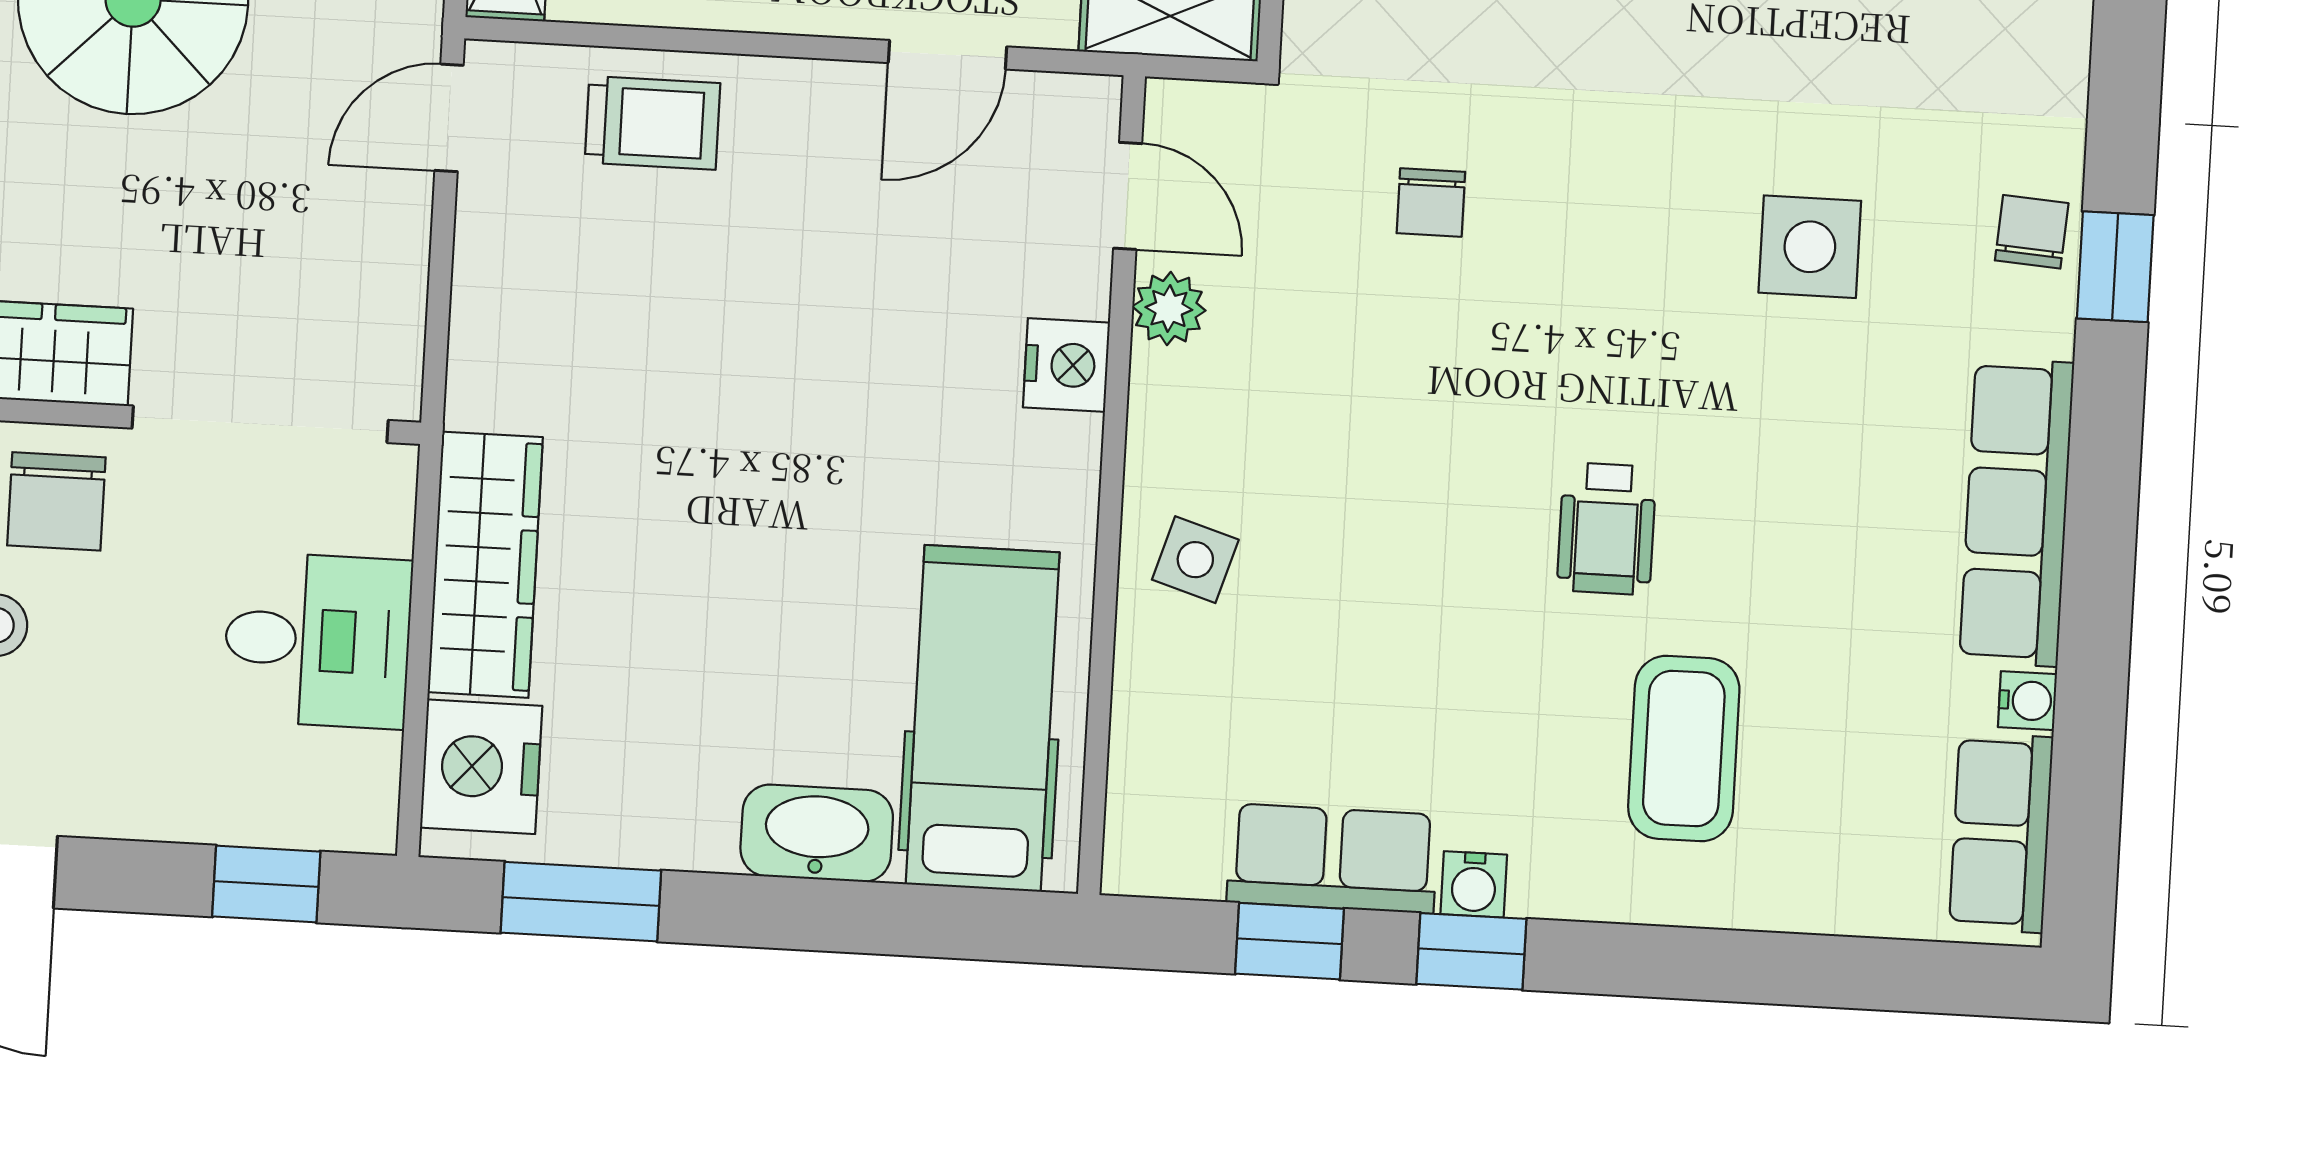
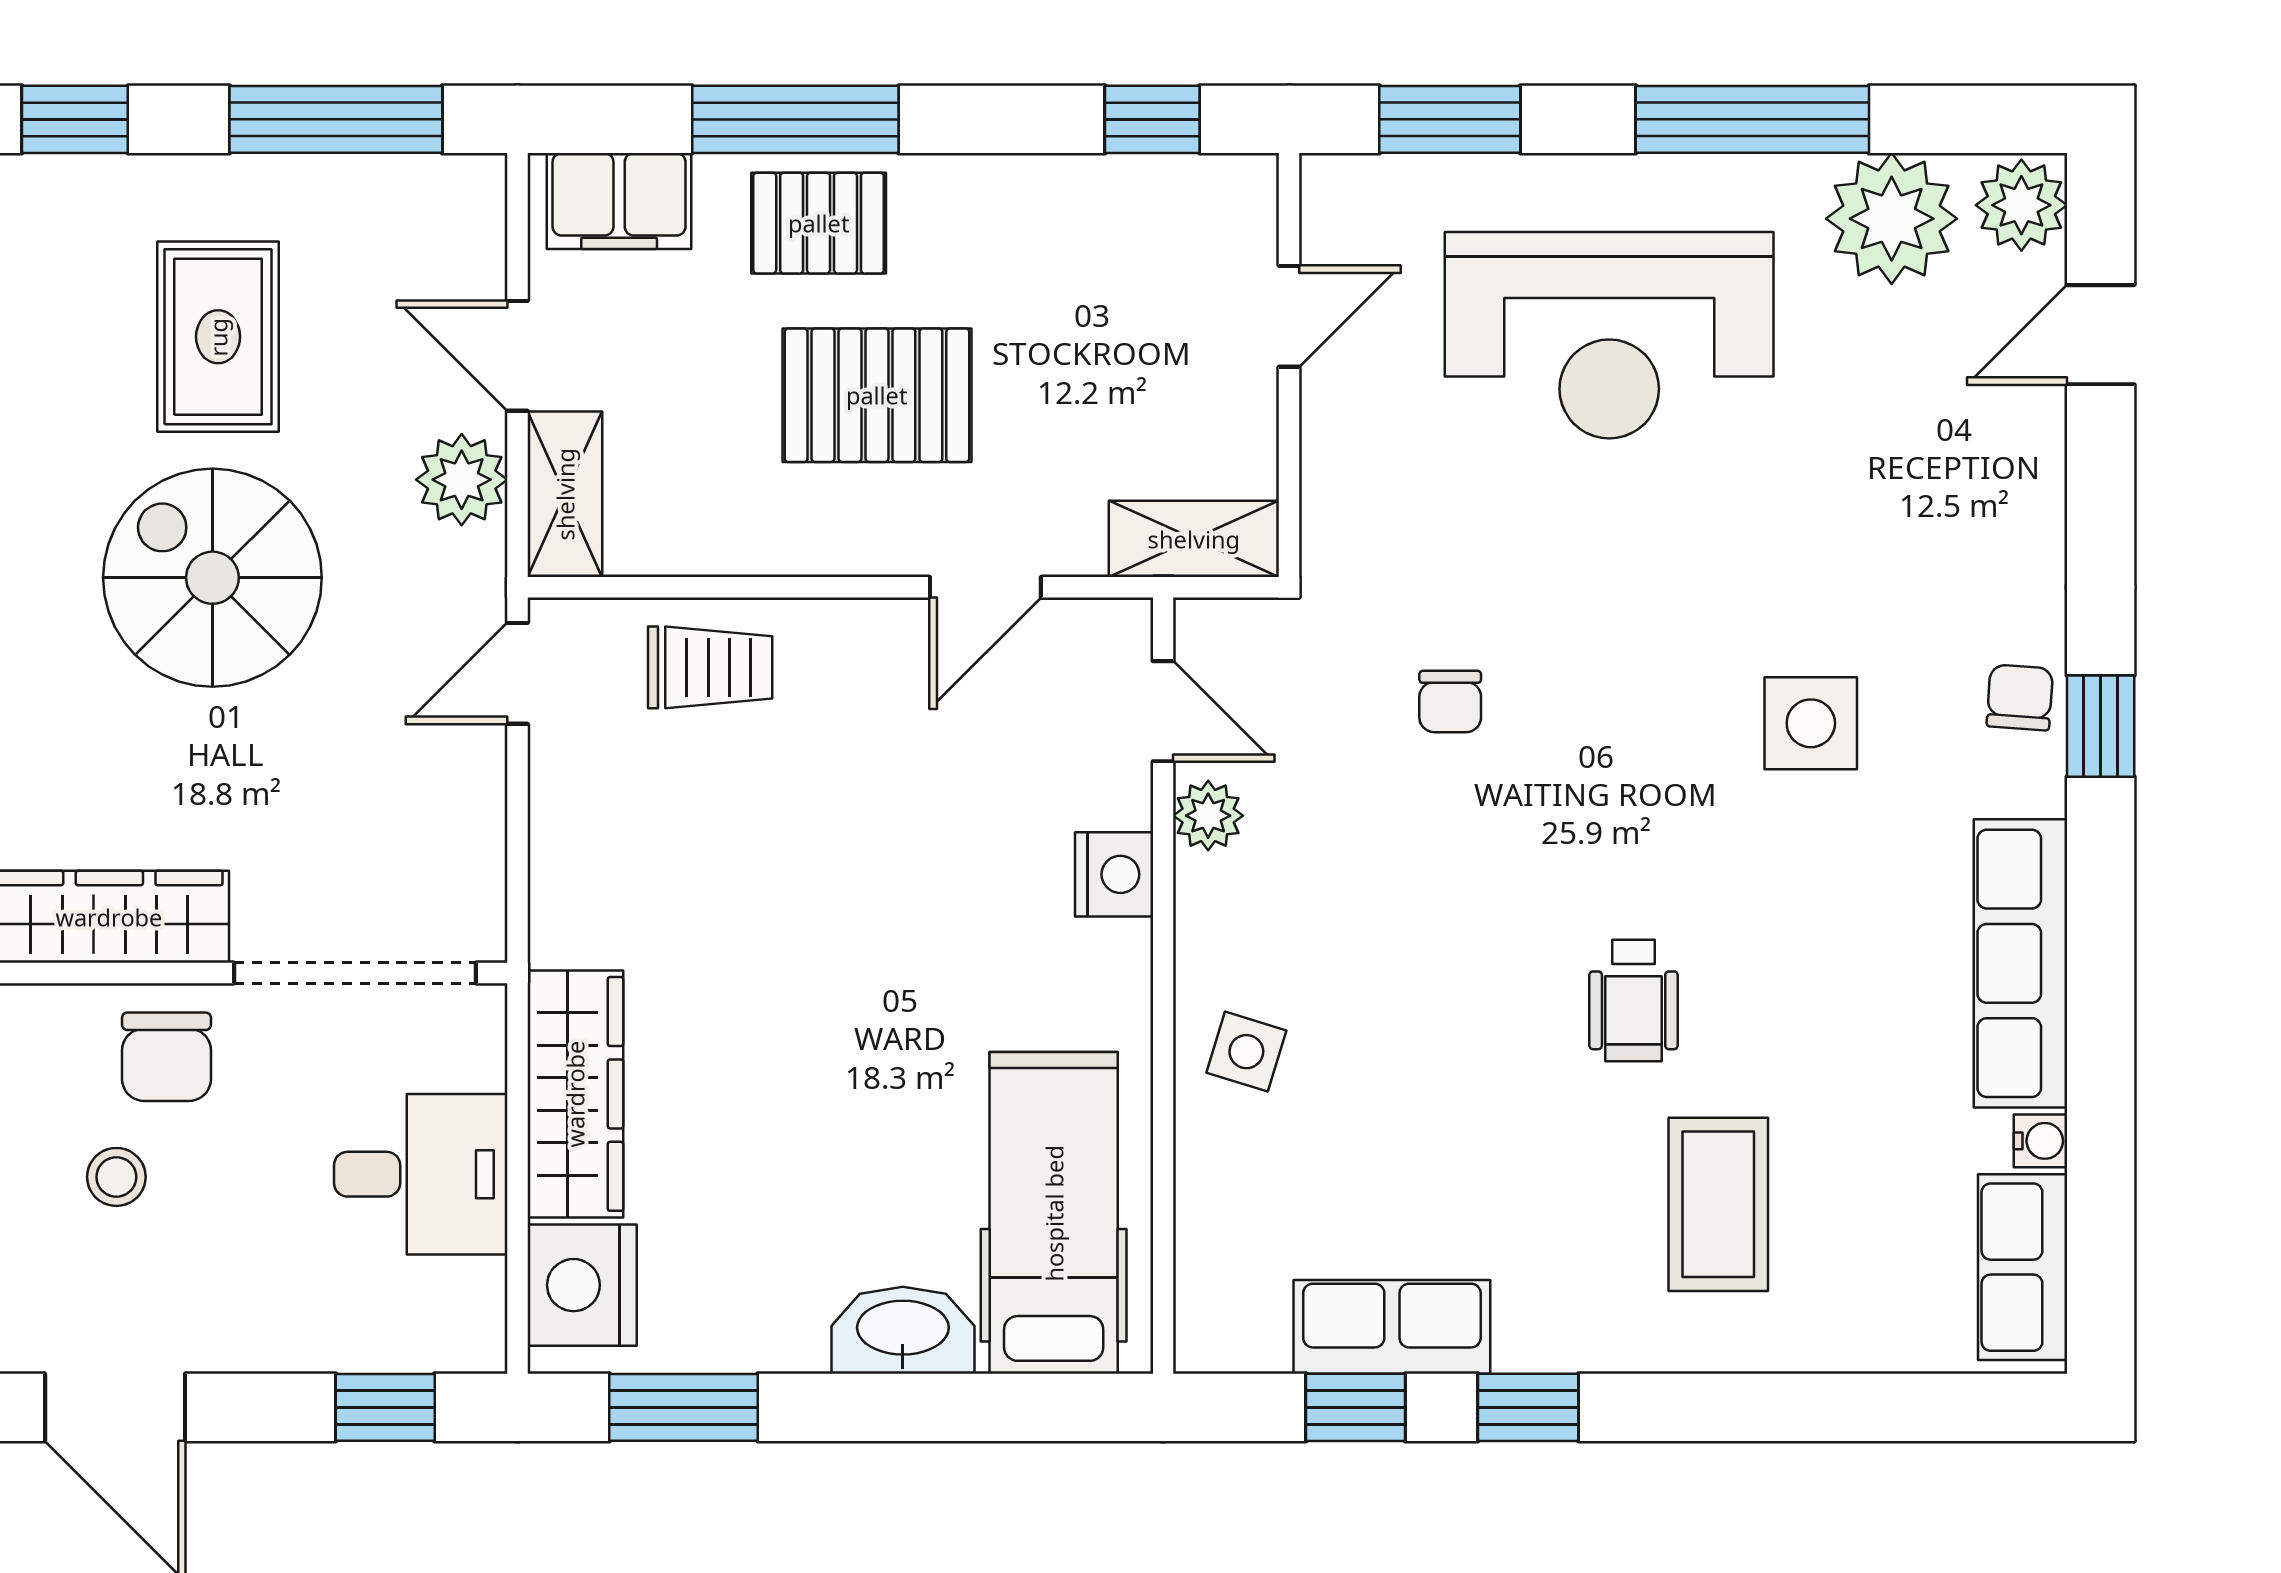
water cooler: (1474, 884) -> (1527, 1344), removed

